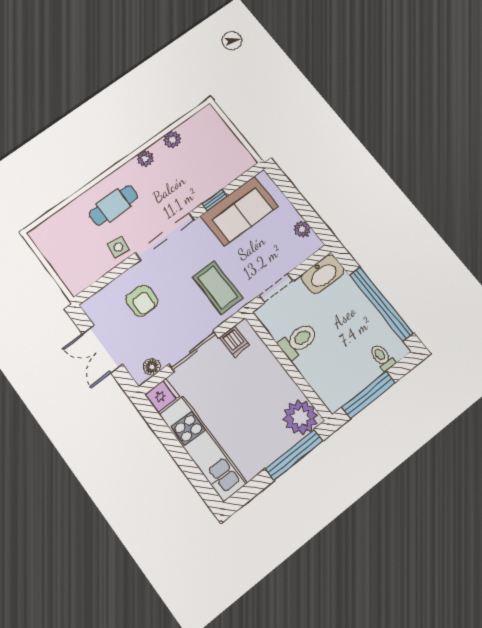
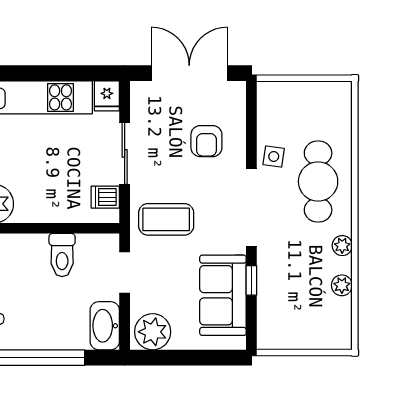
cafe table: (114, 205) -> (318, 181), width x1.37, depth x1.35
plant: (302, 229) -> (153, 332), width x1.88, depth x1.88
armchair: (142, 301) -> (206, 141), turned -90
double door: (102, 349) -> (189, 73), width x1.37
floor lamp: (152, 367) -> (139, 106), removed

